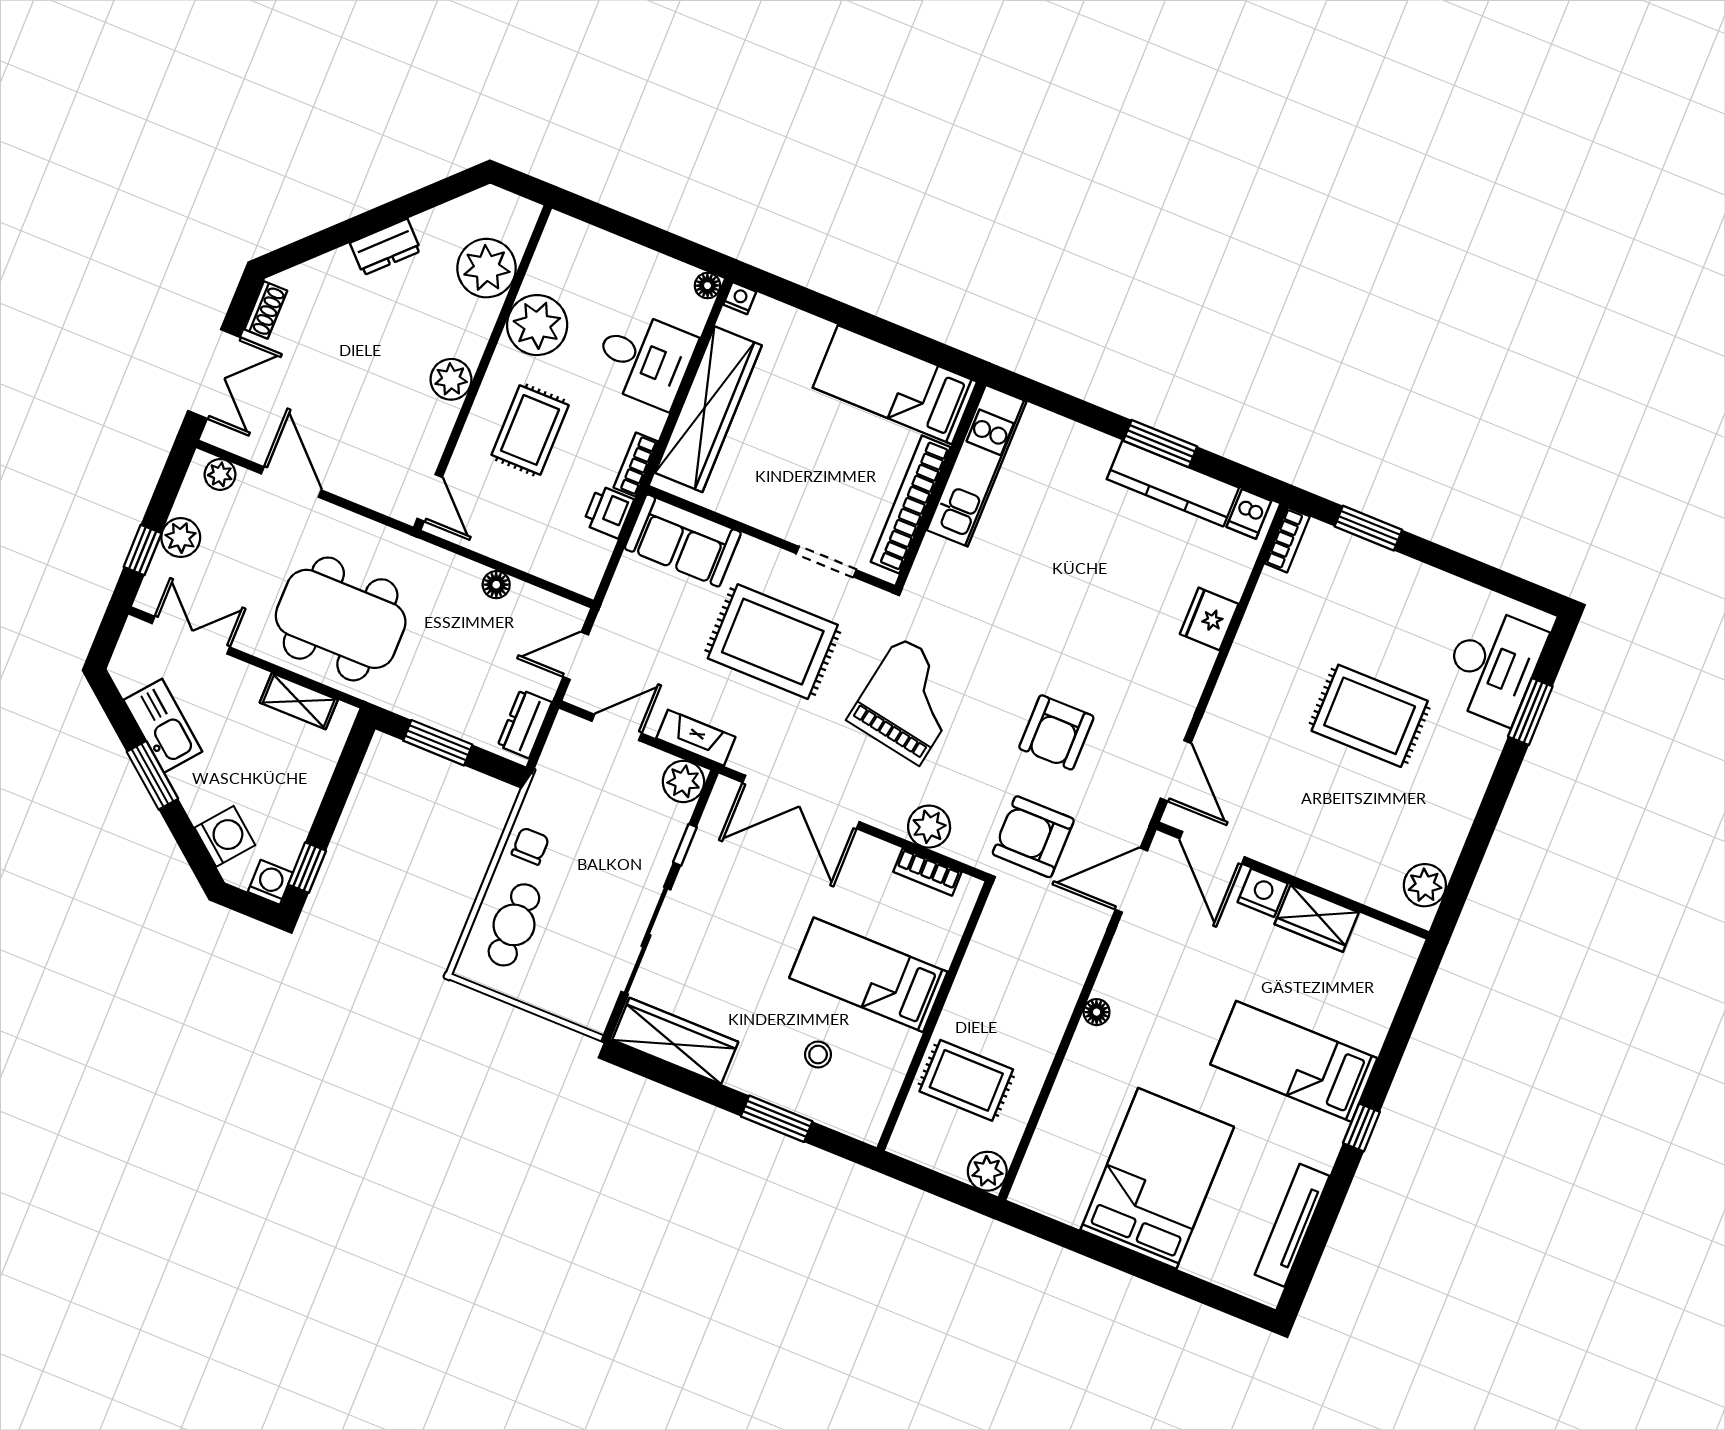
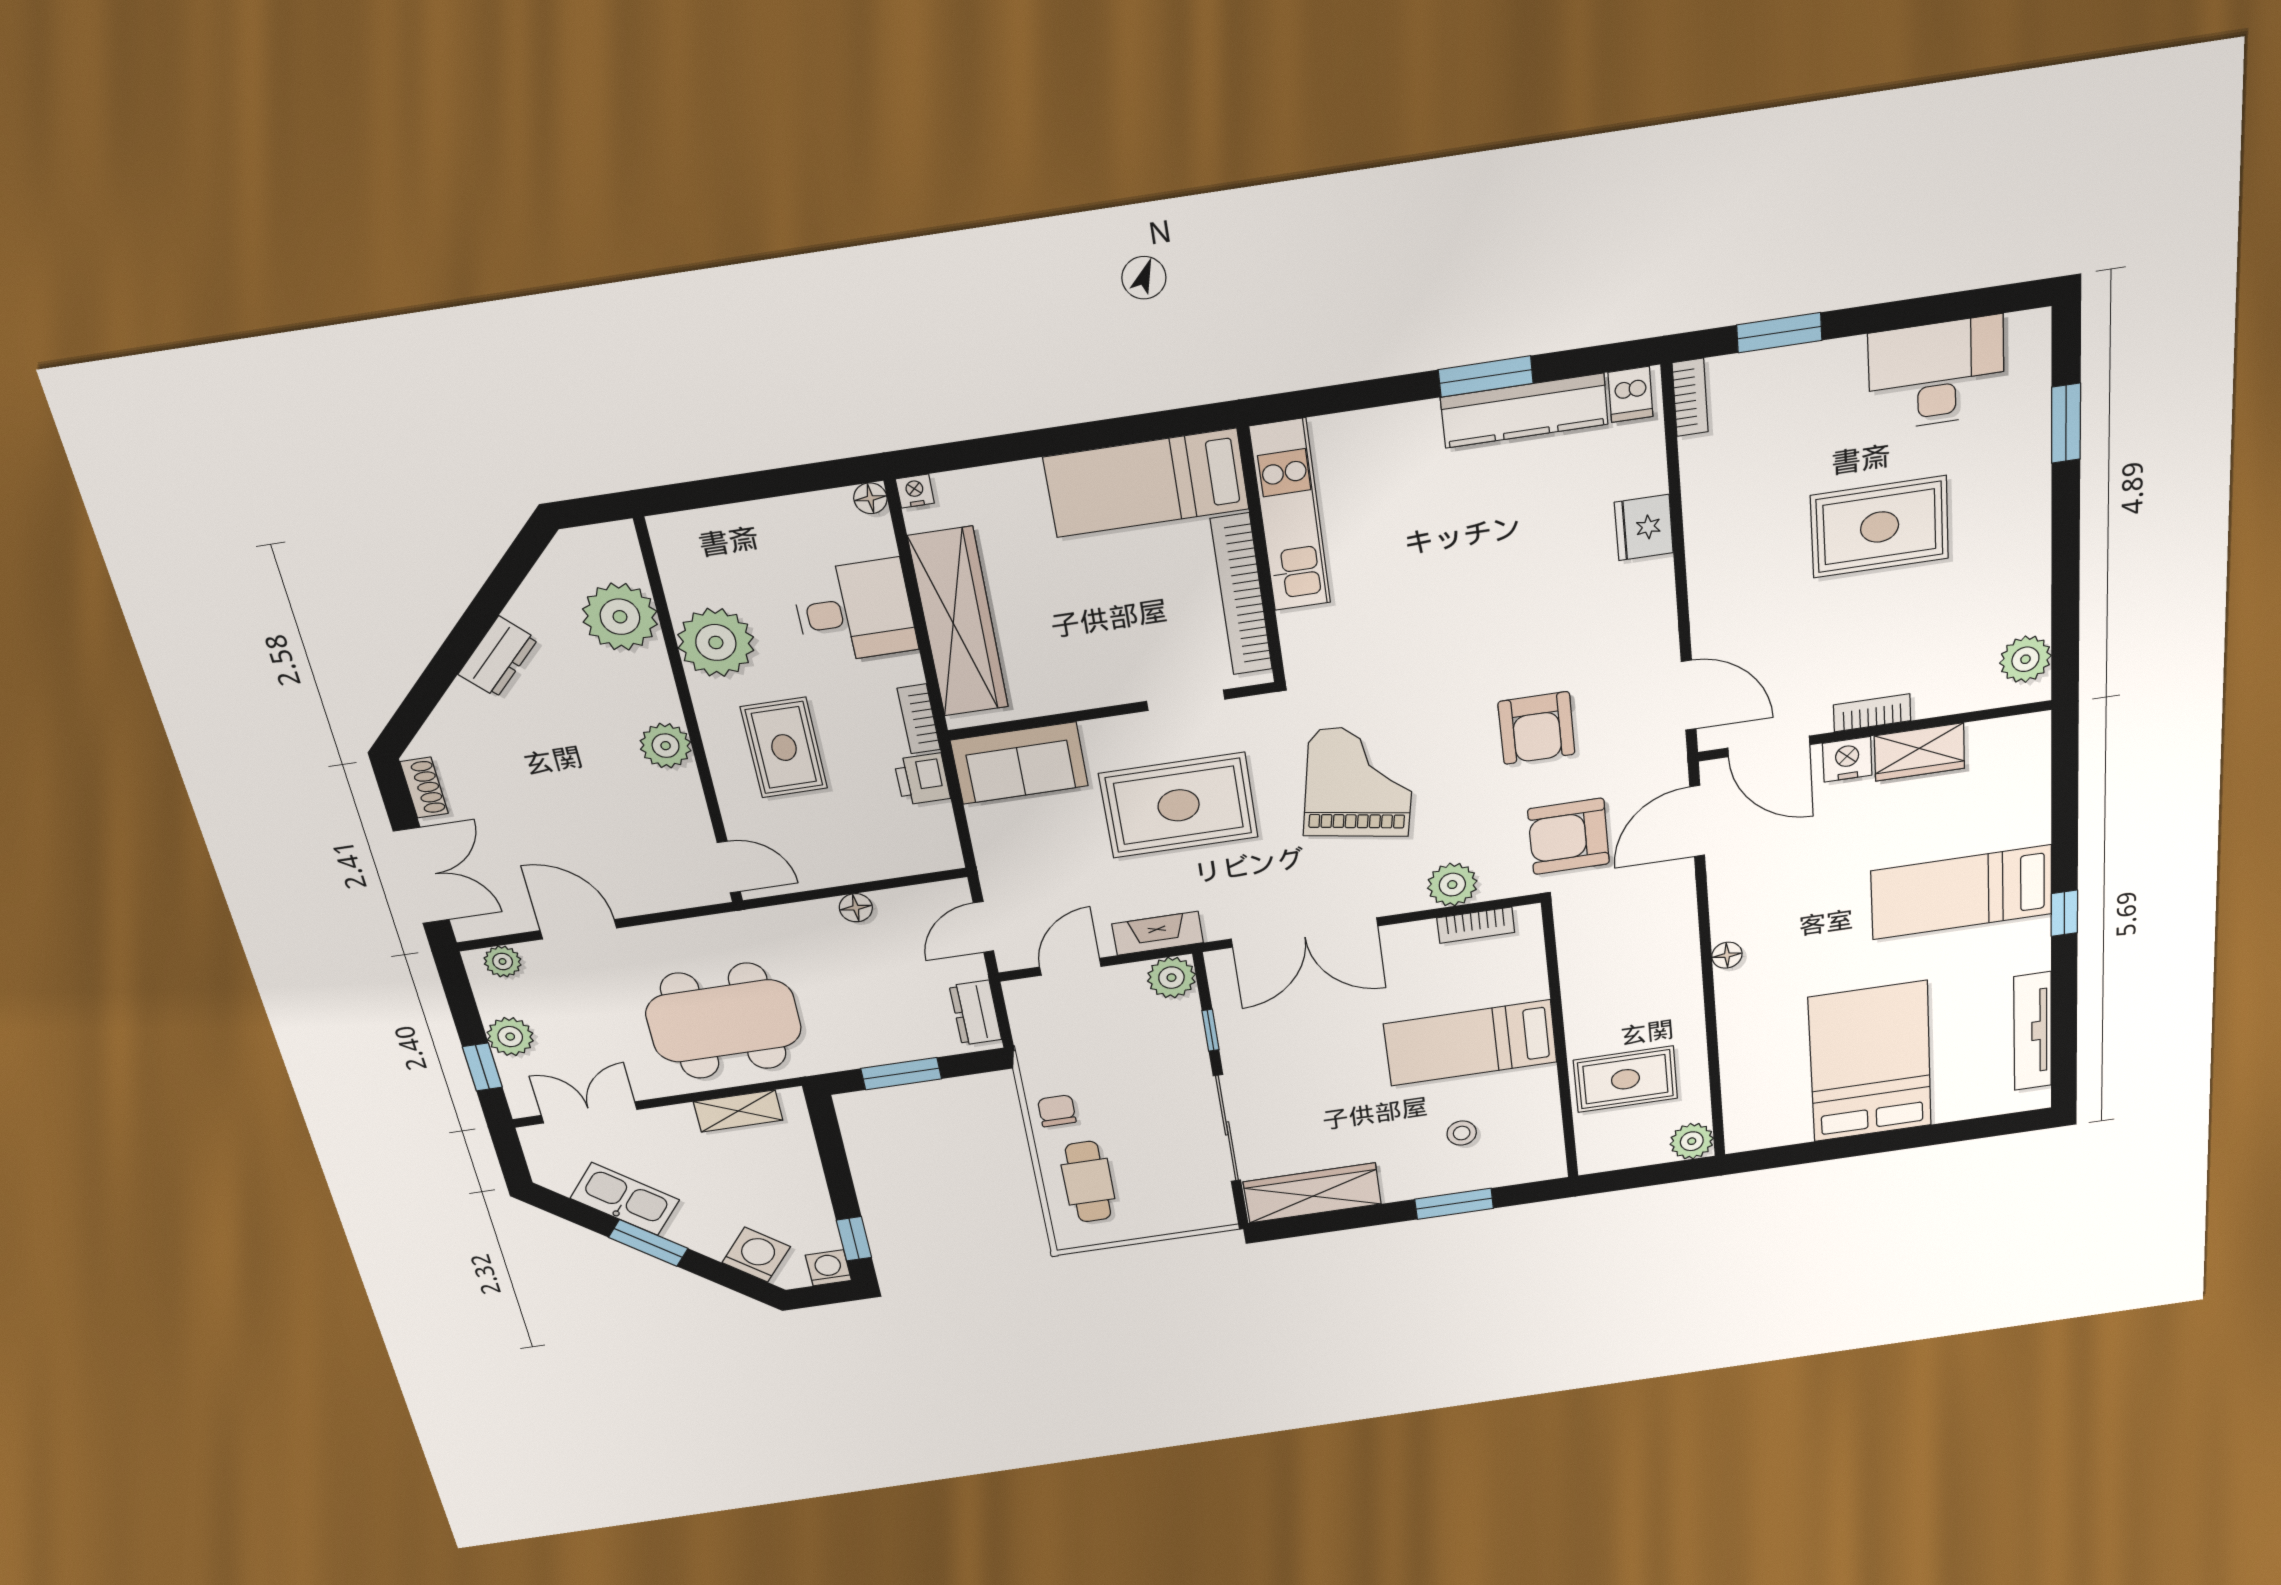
desk: (1493, 665) -> (1936, 374), moved, turned -90
bookcase: (1298, 864) -> (1872, 713), added

